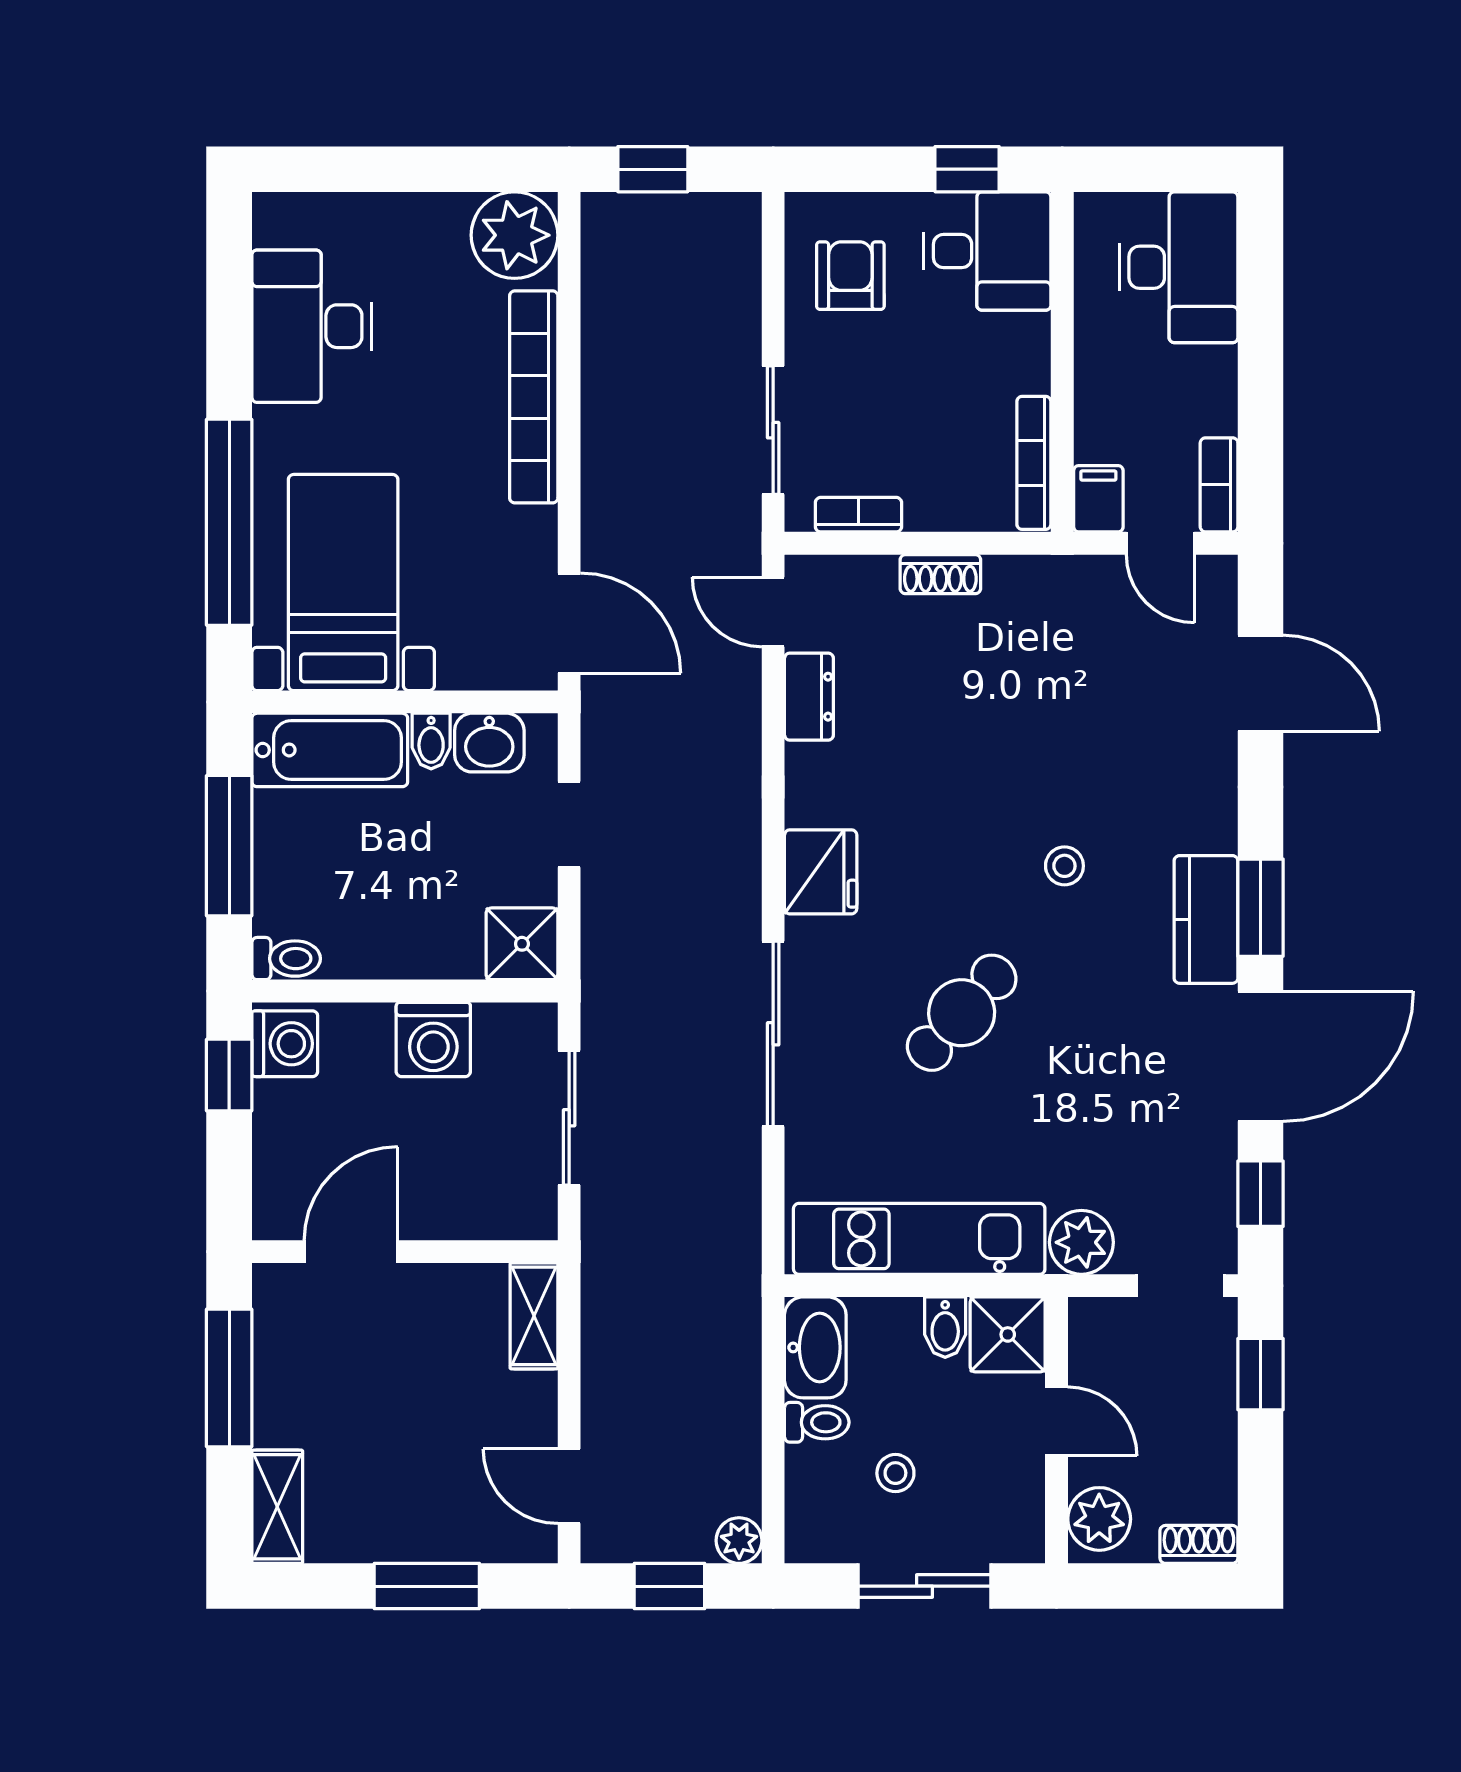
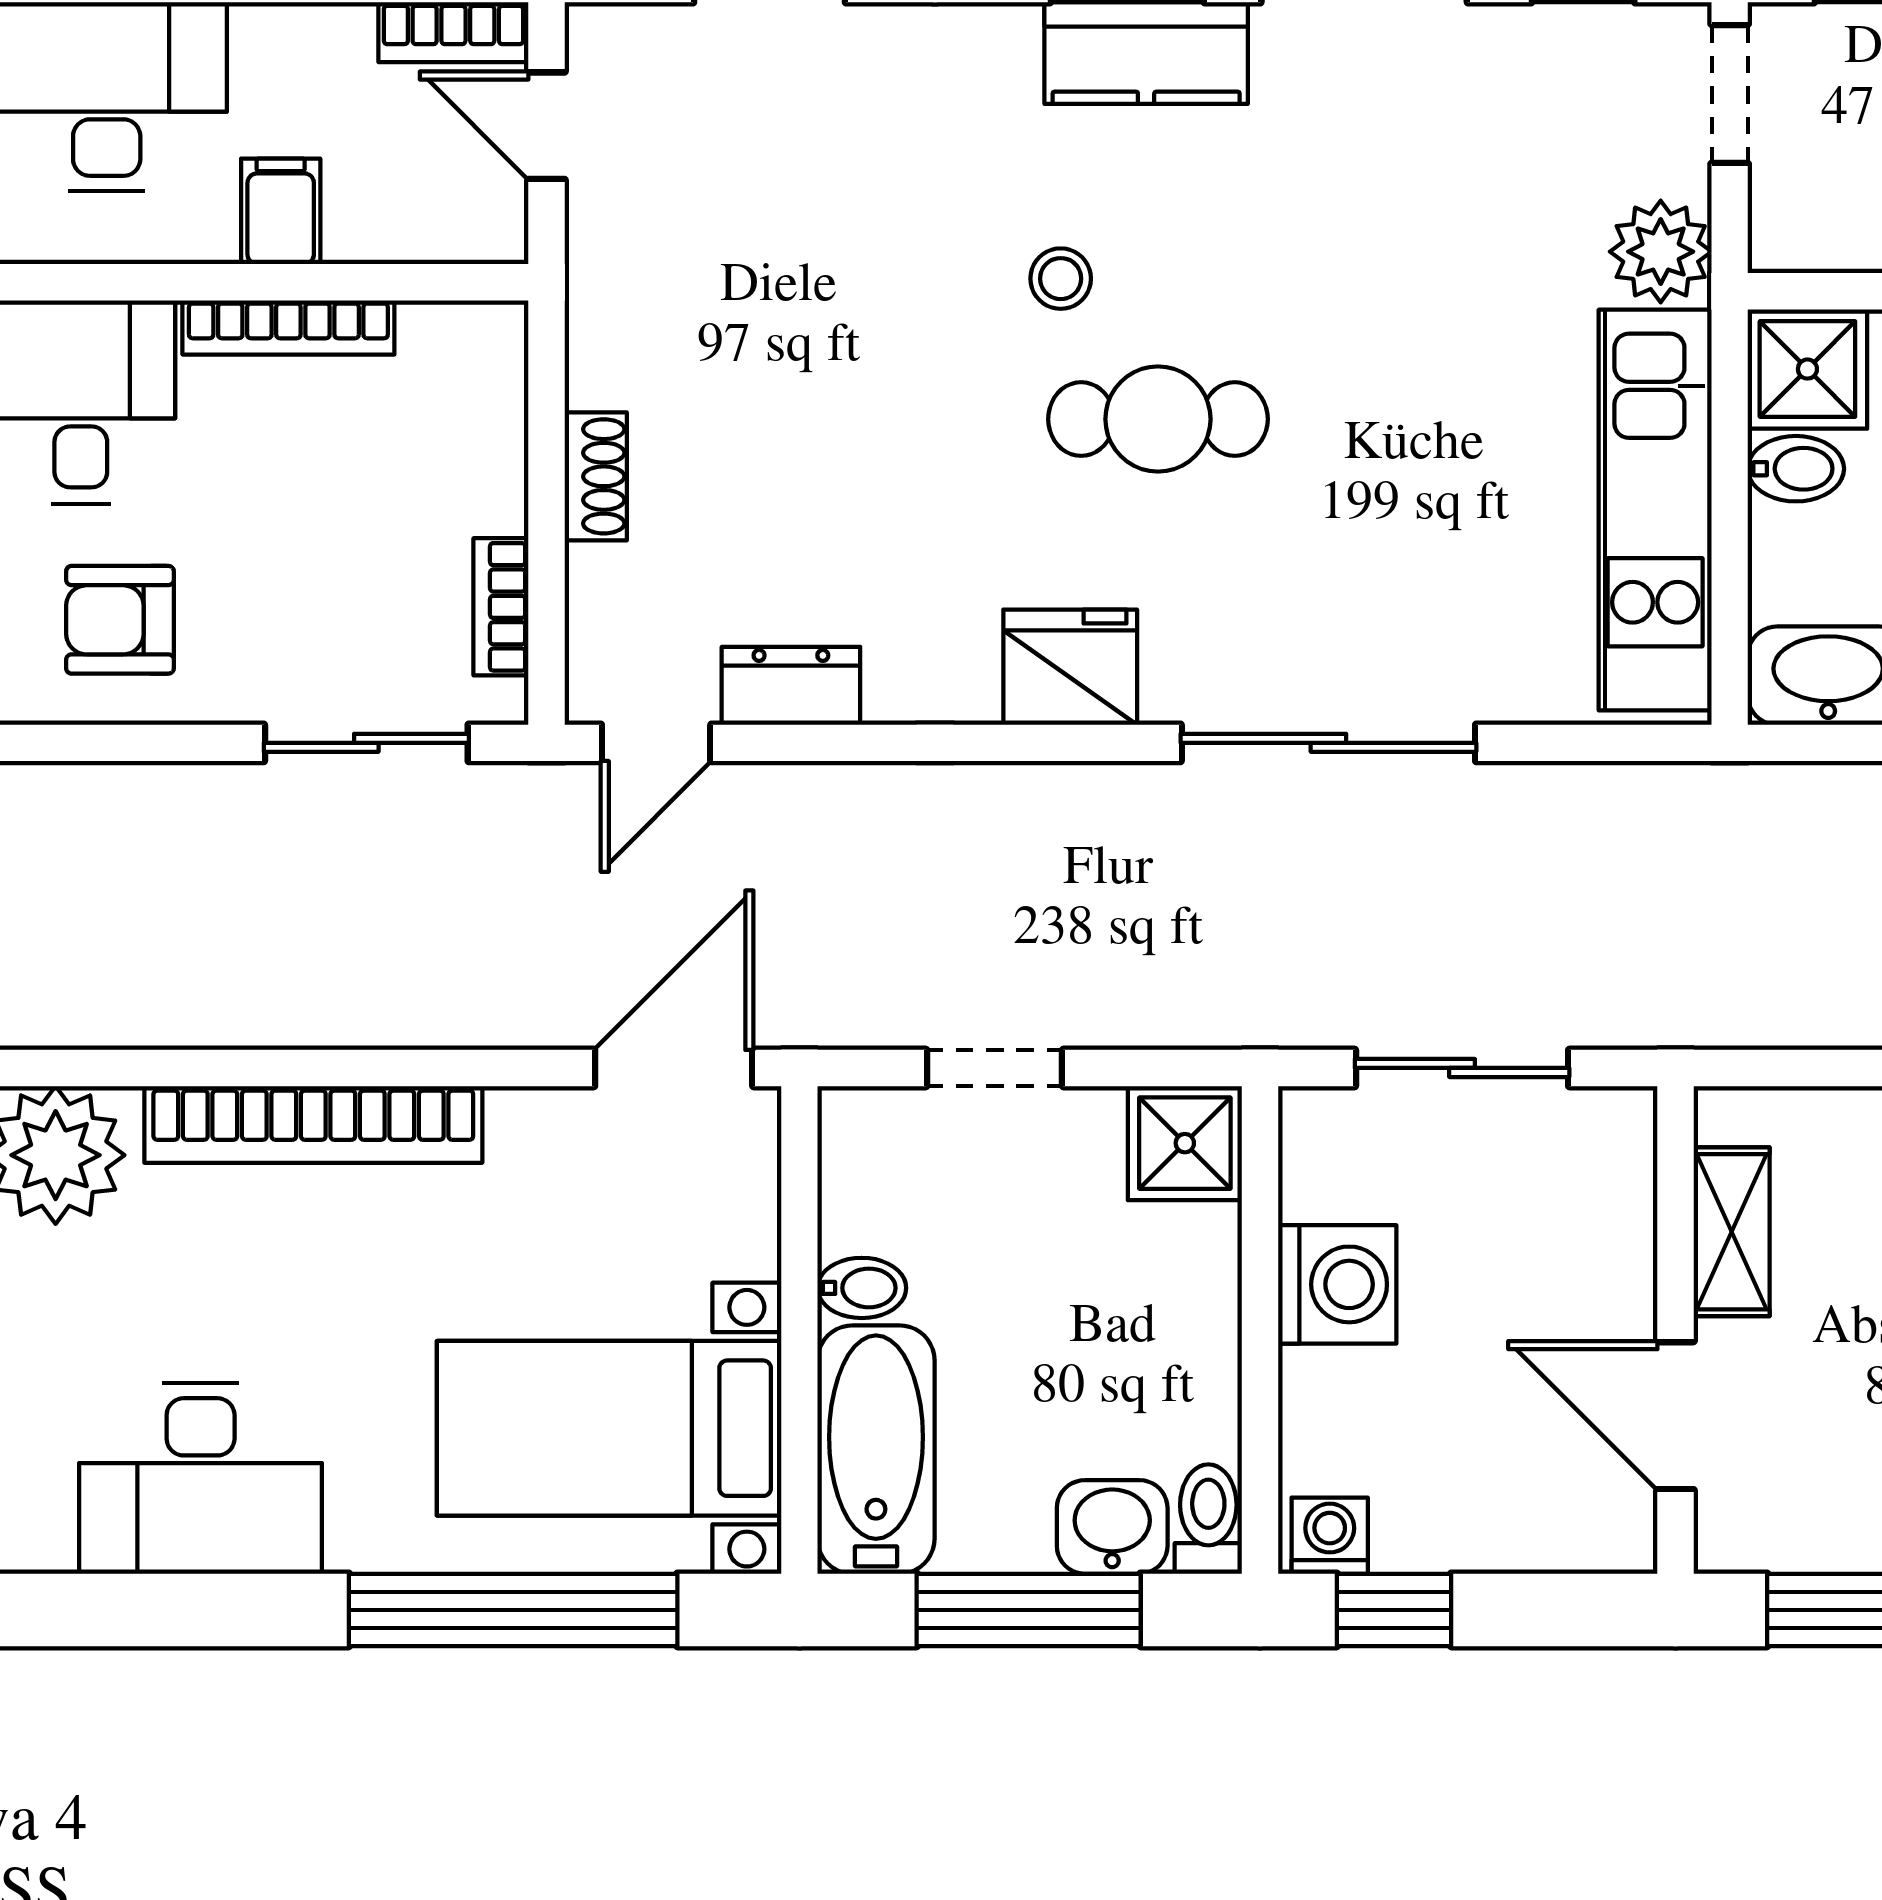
bookcase: (1034, 463) -> (288, 327), moved
filing cabinet: (1098, 499) -> (281, 211), moved, turned 90
door: (1160, 543) -> (546, 126), swing flipped
washbasin: (489, 743) -> (1112, 1527), moved, turned -90
cafe table: (962, 1013) -> (1158, 419), moved, turned -42
washing machine: (285, 1044) -> (1330, 1536), width x0.73, depth x0.73
shelving: (534, 1316) -> (1732, 1232), moved, turned 90

